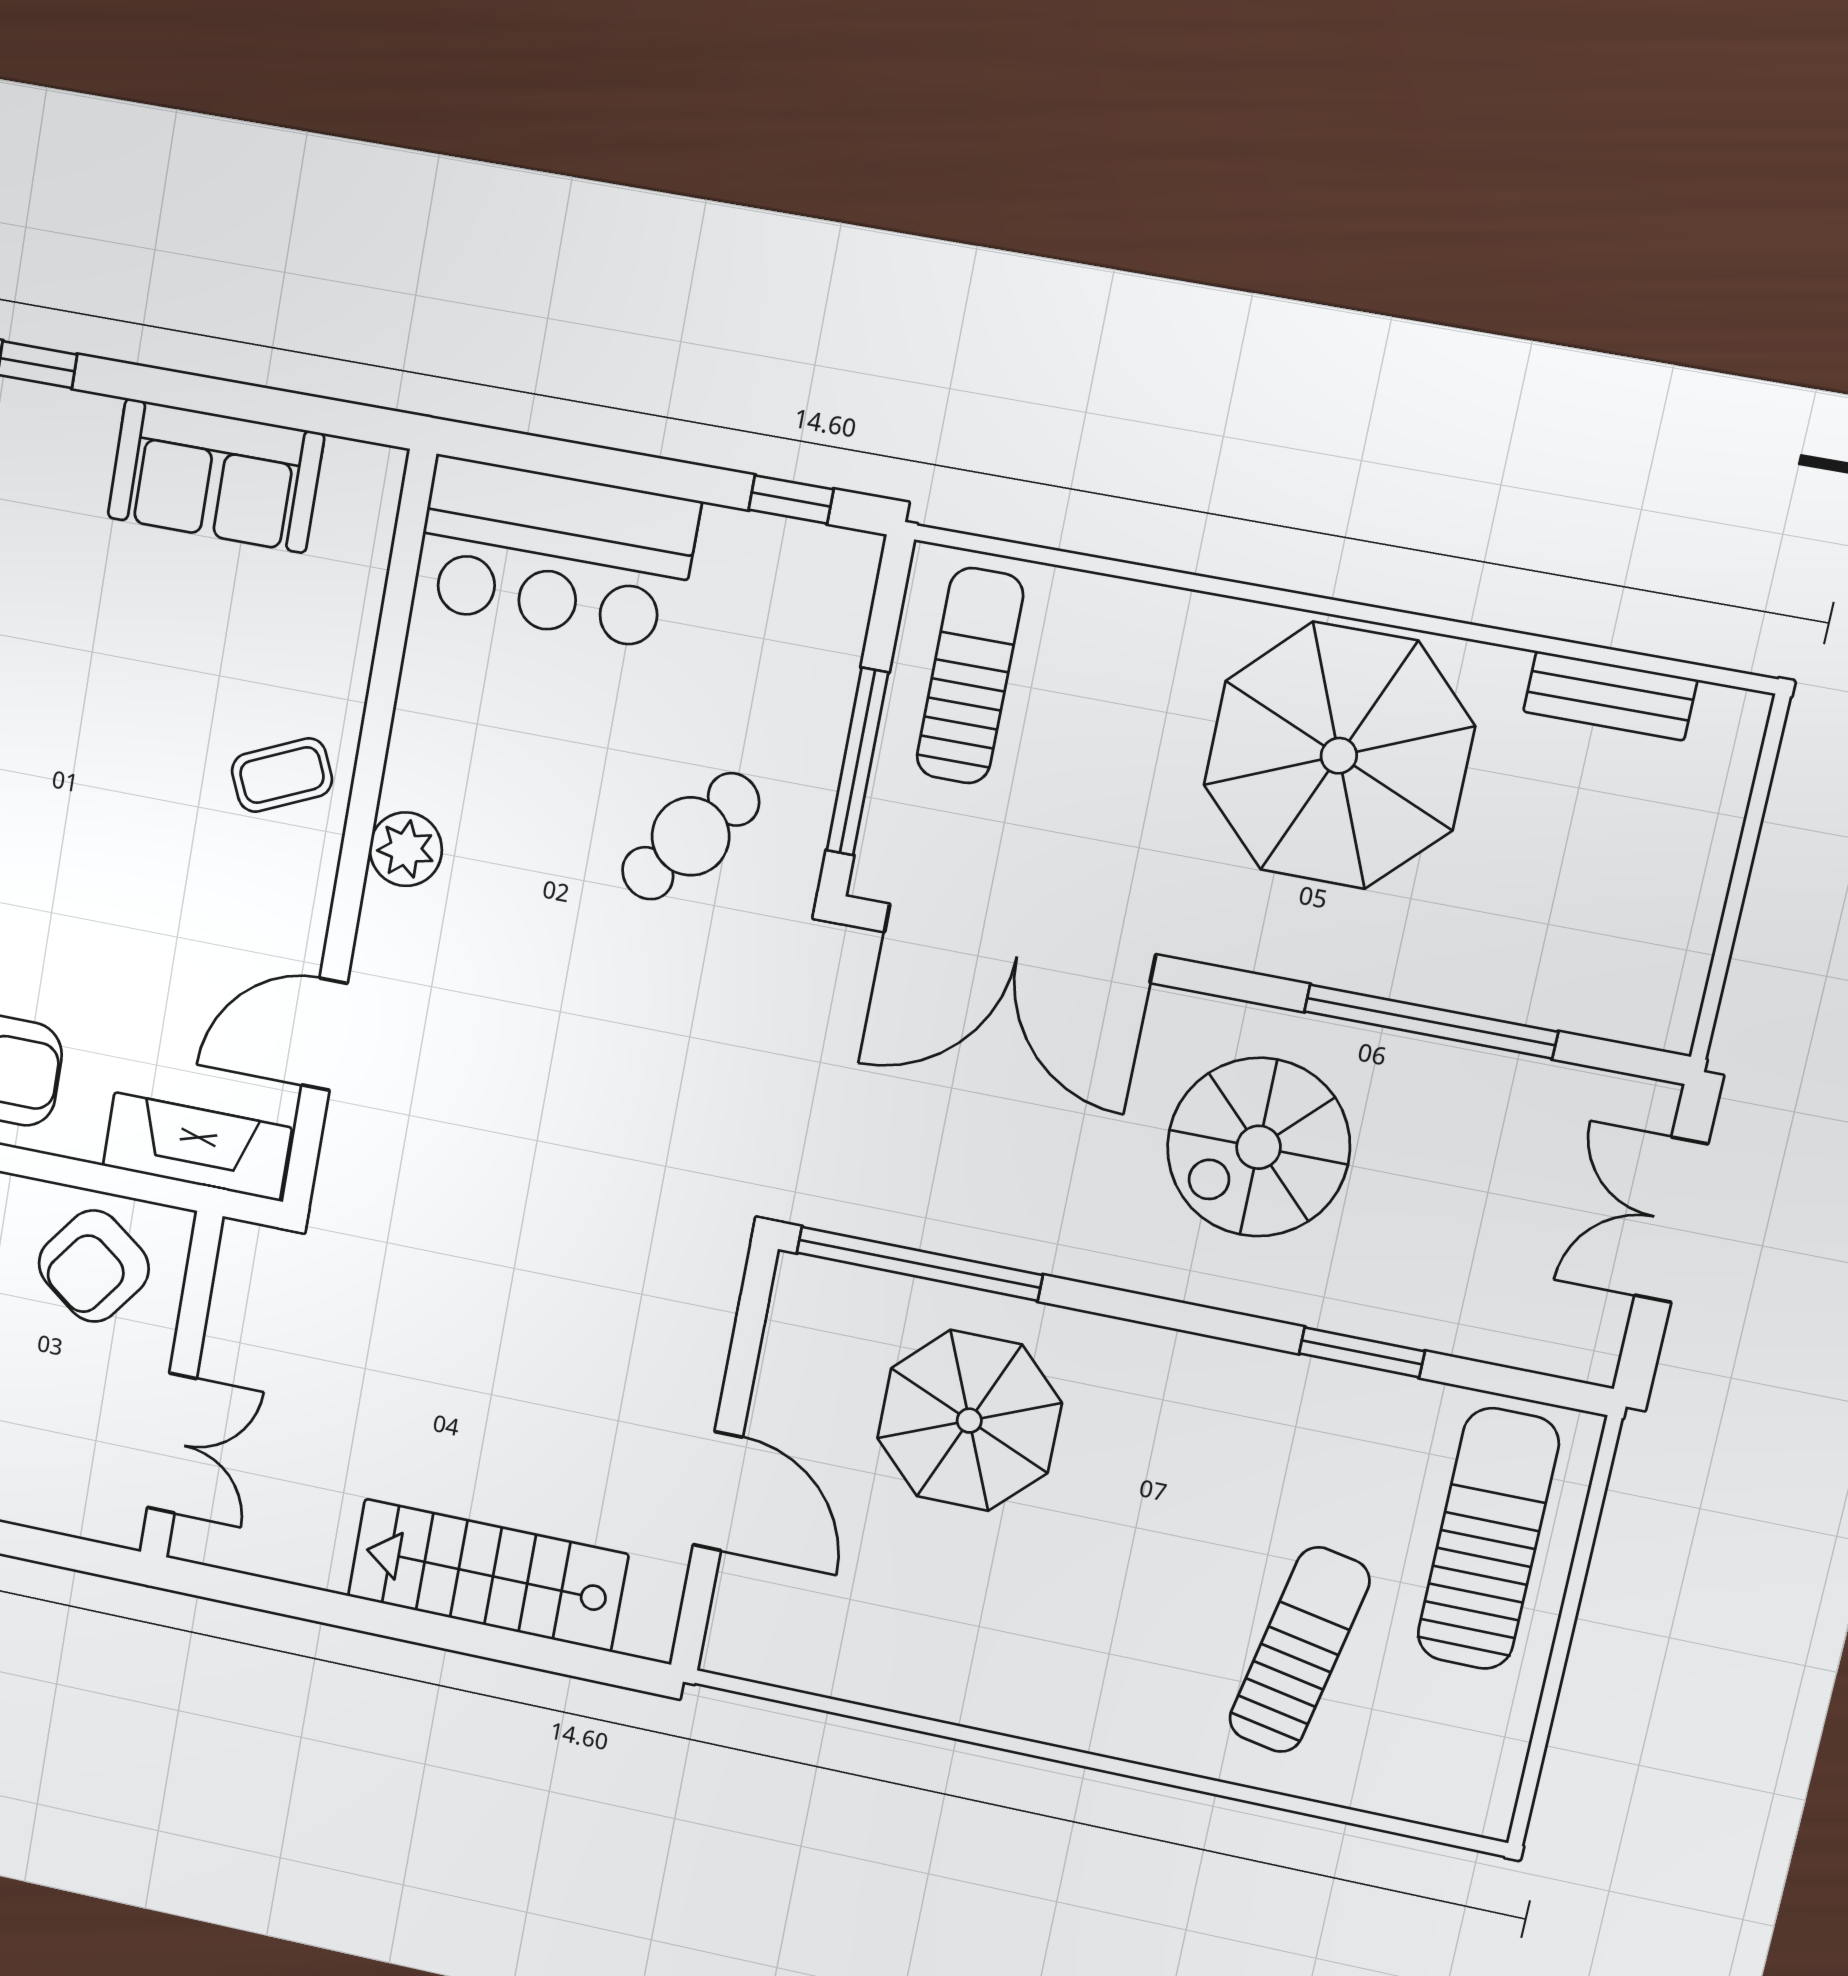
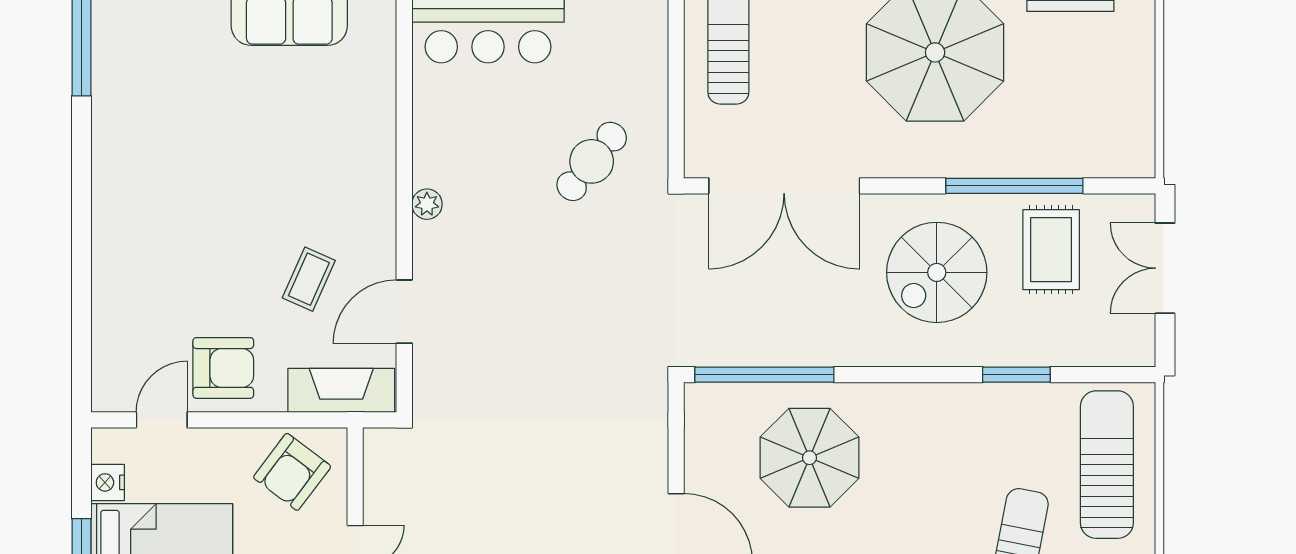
window: (857, 762) -> (676, 103), removed
coffee table: (282, 775) -> (309, 279), moved, turned -42
plant: (406, 849) -> (427, 204), width x0.73, depth x0.73
rug: (1472, 1147) -> (1051, 250), added

